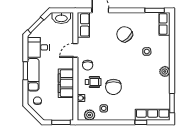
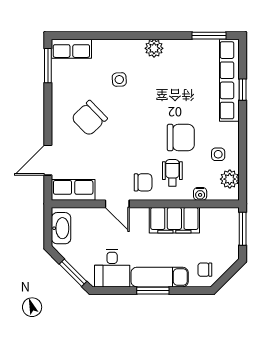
row of seats: (153, 115) -> (229, 80), width x1.36

